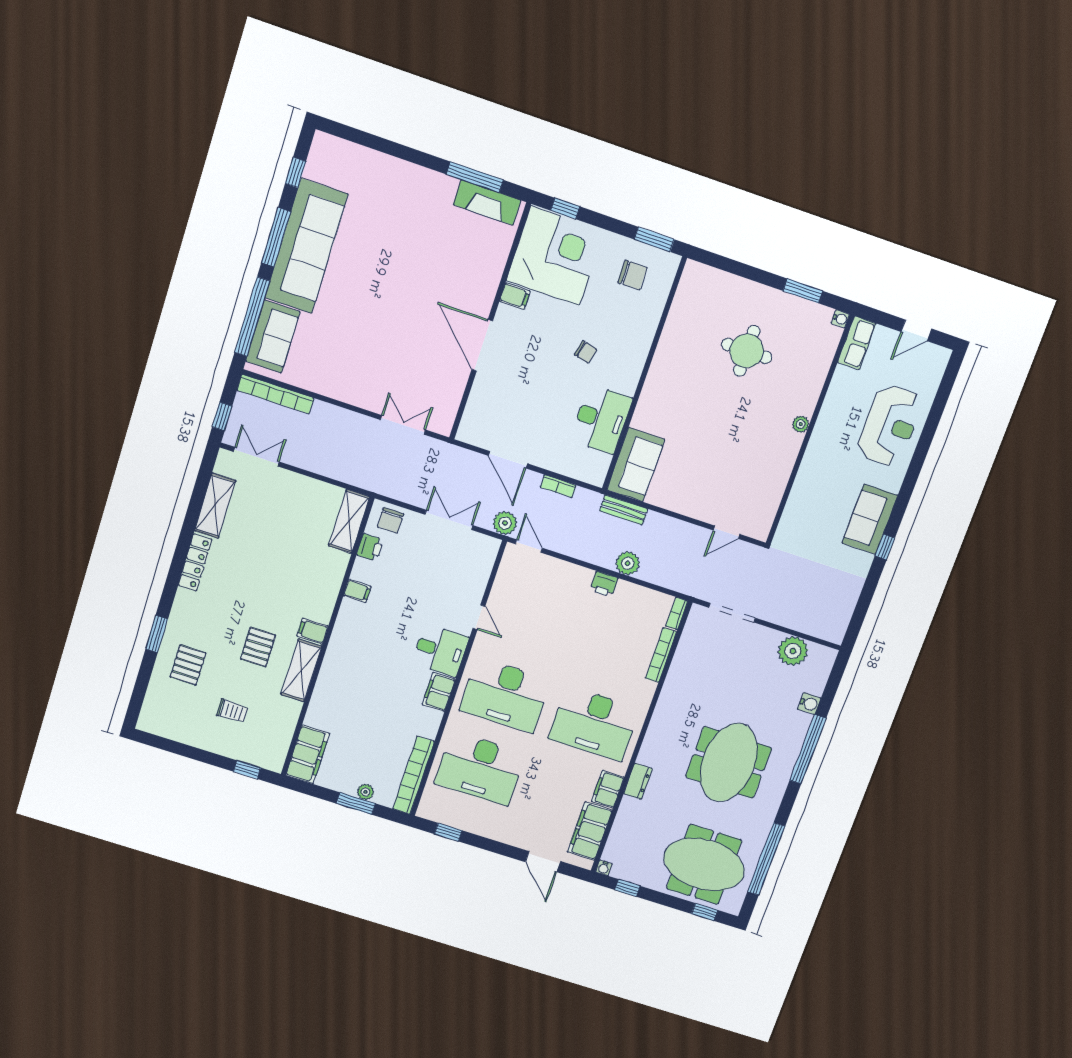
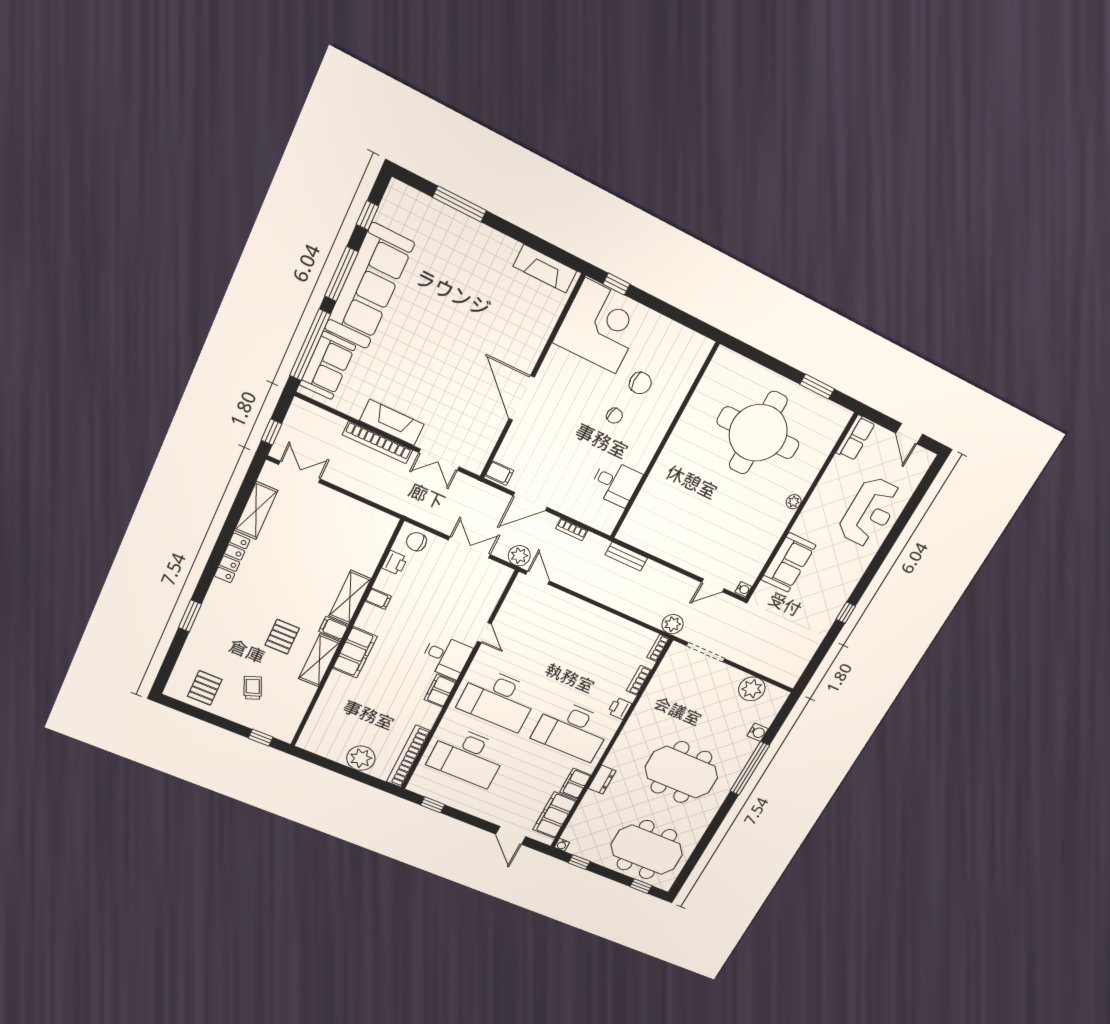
window: (475, 177) -> (459, 204), moved
window: (654, 239) -> (693, 323), removed
chair: (632, 275) -> (640, 383), moved
filing cabinet: (515, 296) -> (499, 473), moved
water cooler: (840, 319) -> (743, 589), moved
door: (916, 330) -> (909, 434), hinge flipped
round table: (747, 351) -> (758, 433), width x1.86, depth x1.86
fireplace: (348, 390) -> (392, 423), added
bookcase: (275, 394) -> (377, 443), moved
desk: (601, 419) -> (616, 483), width x0.73
double door: (403, 425) -> (439, 460), swing flipped
door: (508, 460) -> (530, 502), hinge flipped
sofa: (636, 465) -> (643, 519), removed
sofa: (870, 519) -> (788, 562), moved, turned 180
chair: (390, 520) -> (416, 542), turned 90
shelving: (349, 521) -> (350, 597), moved
plant: (628, 563) -> (673, 624), moved
printer: (604, 584) -> (620, 708), moved, turned 90
bookcase: (661, 655) -> (639, 680), width x0.64
pallet: (188, 665) -> (205, 688), moved
trolley: (232, 711) -> (253, 688), turned -112
filing cabinet: (308, 754) -> (355, 652), moved
meeting table: (729, 763) -> (681, 772), turned 90
plant: (365, 792) -> (361, 758), width x1.88, depth x1.88
window: (356, 804) -> (355, 774), removed
window: (766, 859) -> (699, 850), removed

